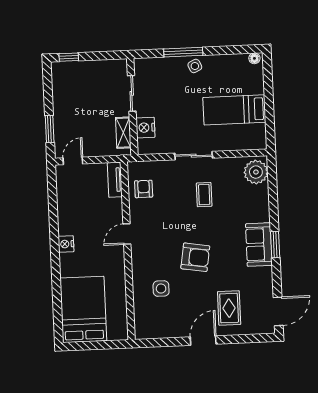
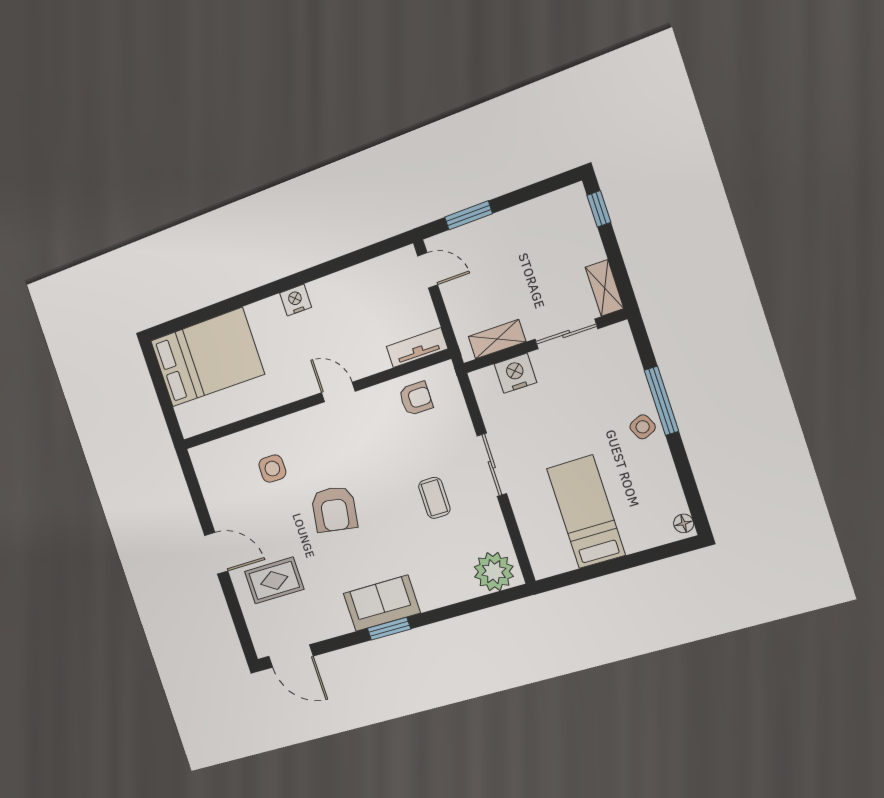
shelving: (113, 66) -> (605, 288), added
coffee table: (204, 195) -> (434, 498), turned 90

